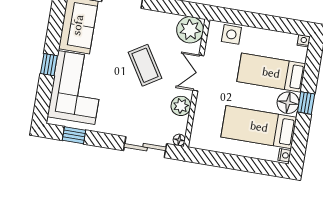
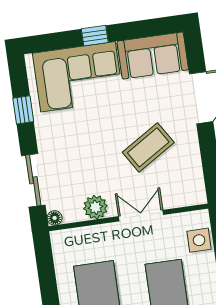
plant: (190, 30) -> (189, 190), removed
coffee table: (145, 65) -> (148, 147), moved
window: (74, 135) -> (23, 110), moved

